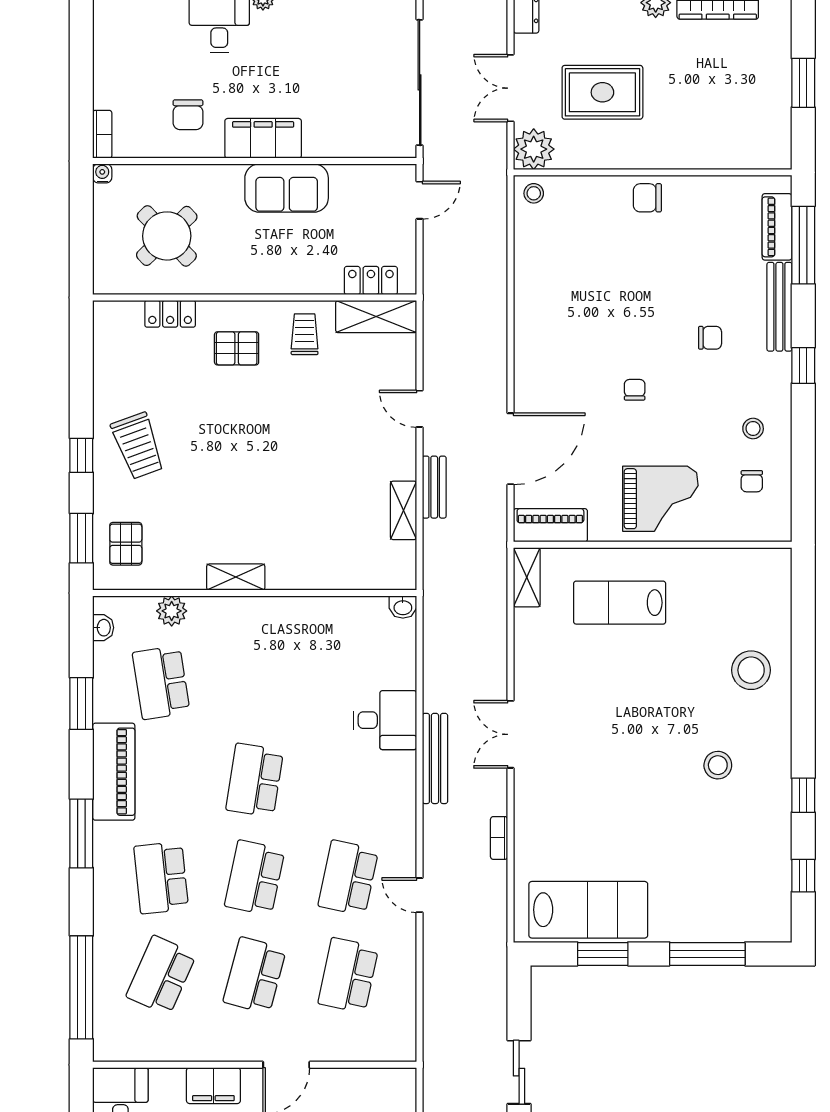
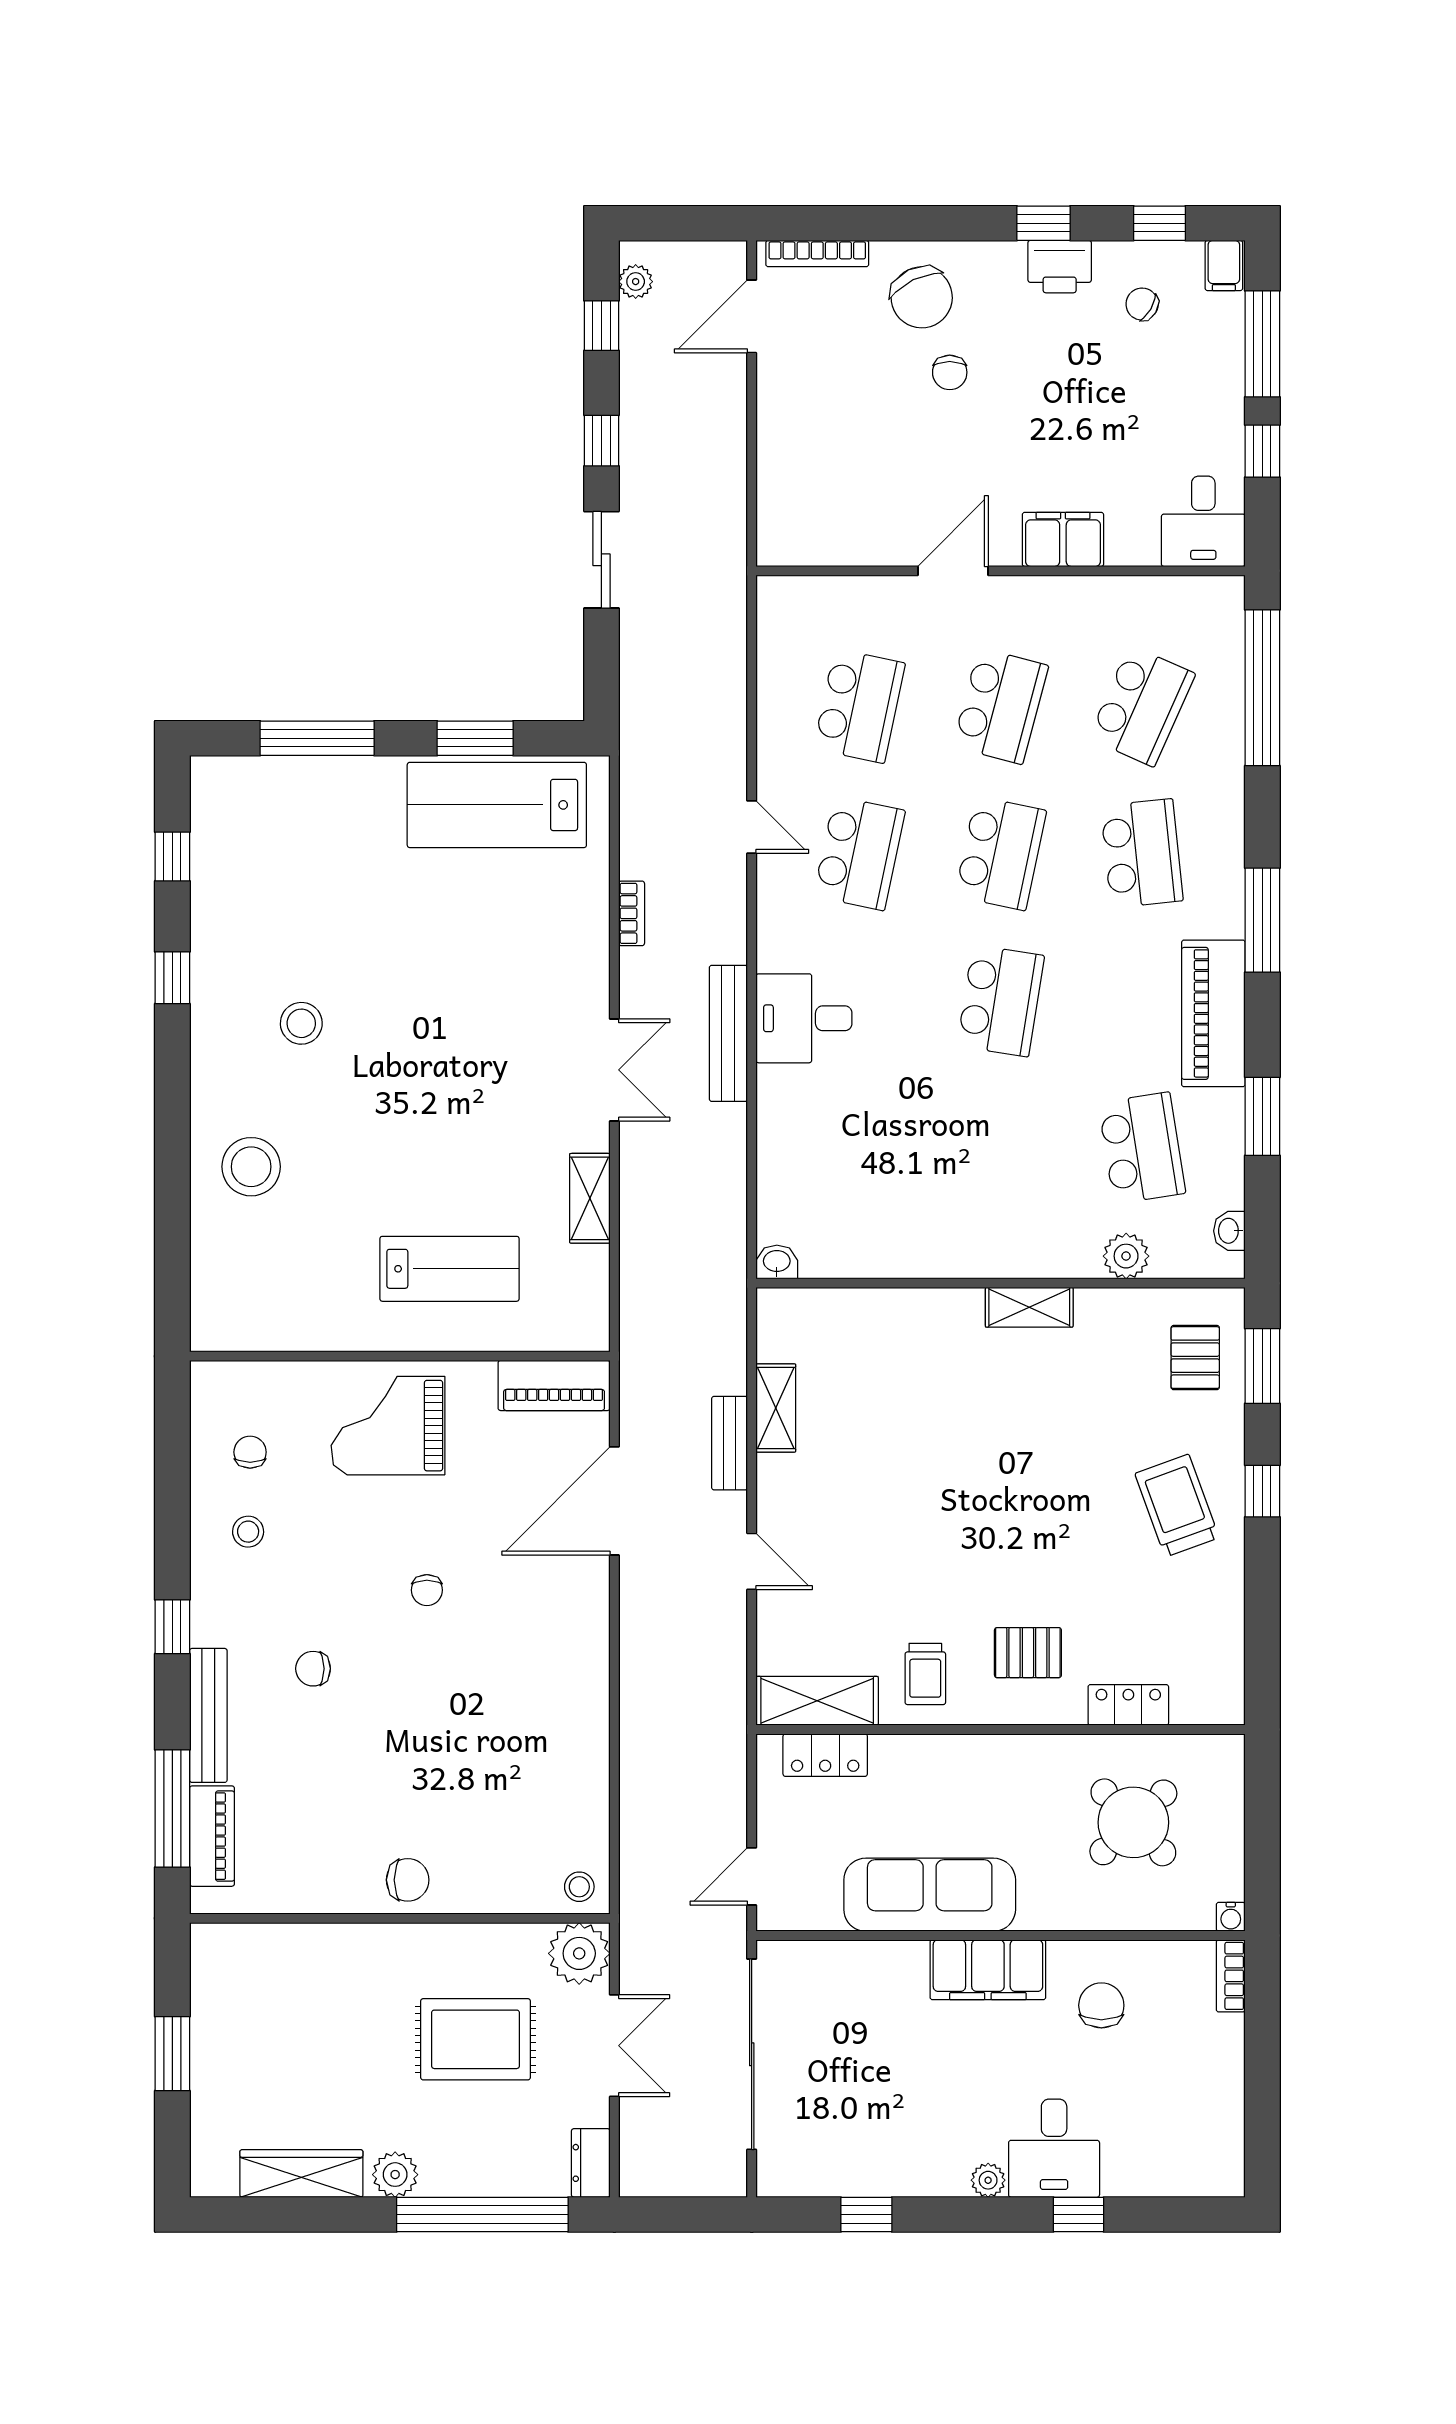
sofa: (287, 188) -> (930, 1895), width x1.36
shelving: (527, 577) -> (590, 1198), moved
desk: (385, 720) -> (804, 1018), moved

